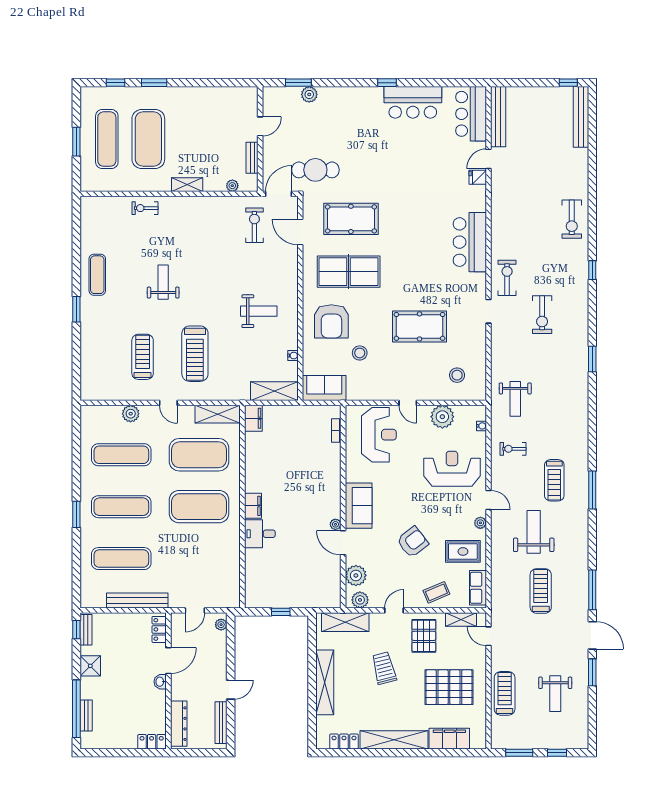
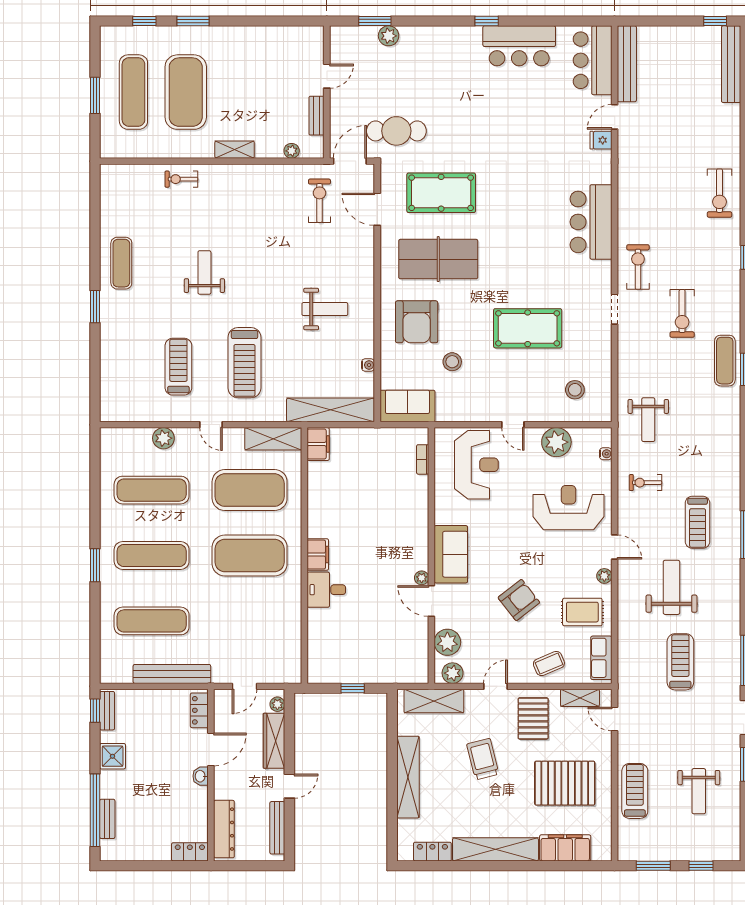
exercise mat: (576, 352) -> (725, 361), added
shelving: (274, 391) -> (331, 410), width x1.47
wardrobe: (218, 654) -> (274, 741), added

